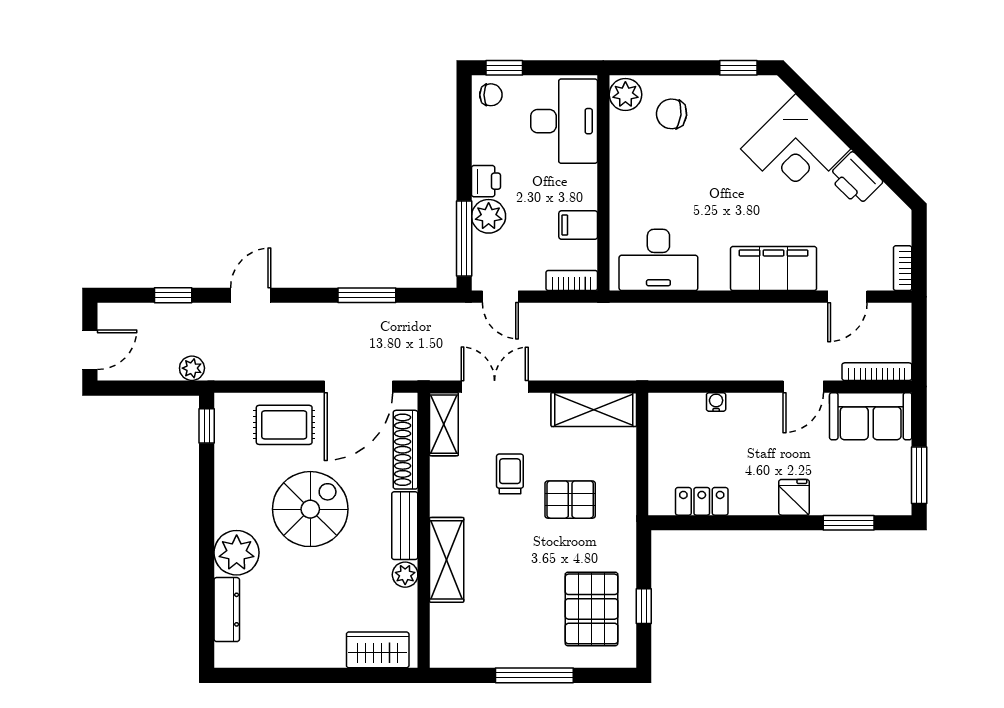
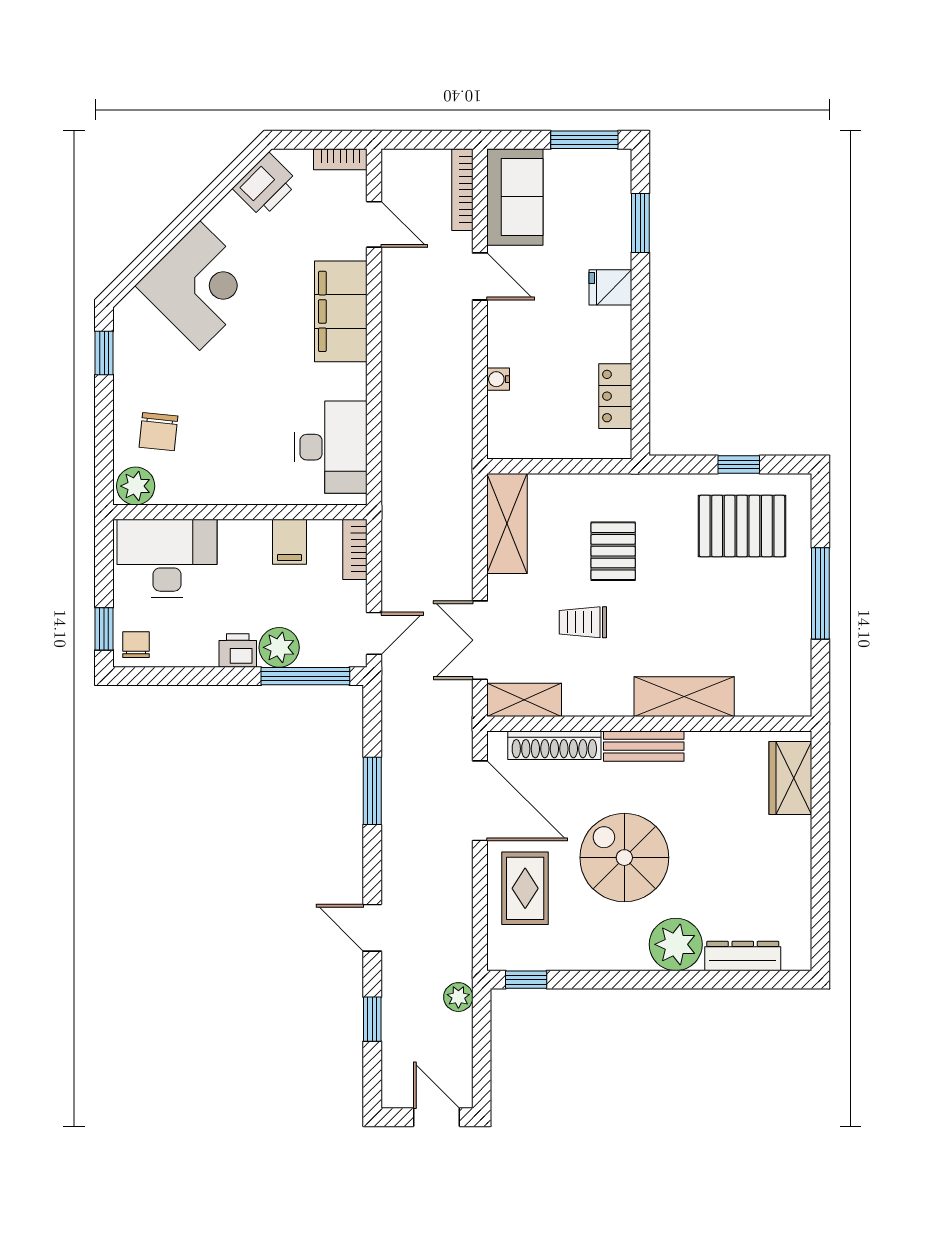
printer: (855, 179) -> (265, 185), moved
plant: (405, 575) -> (702, 746), removed

